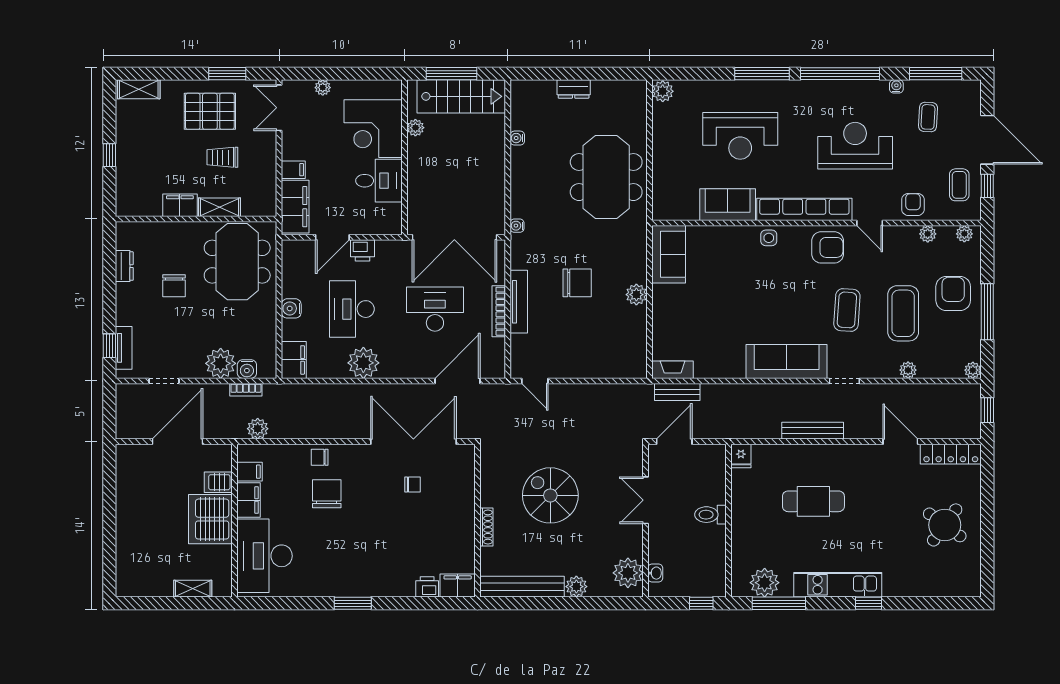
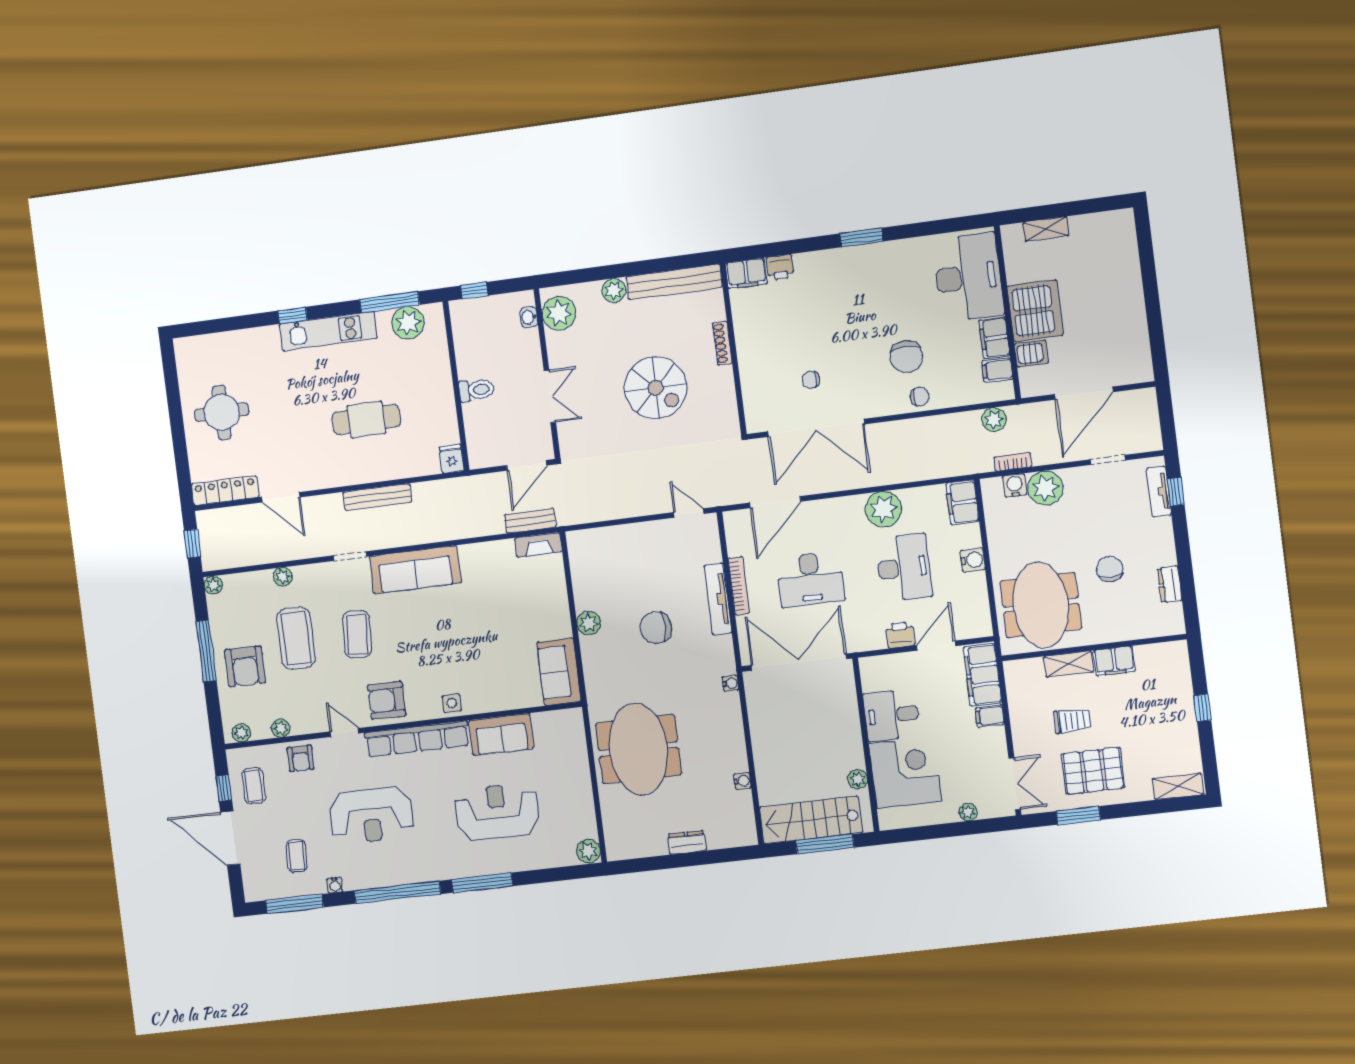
round table: (945, 525) -> (222, 412), turned -36

